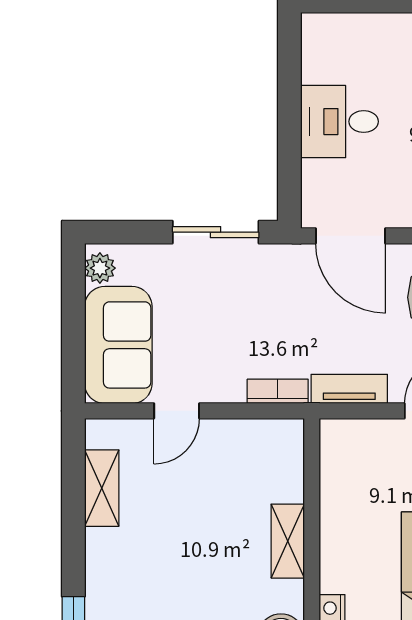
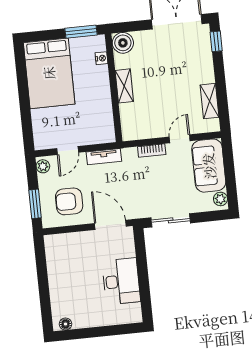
desk: (340, 122) -> (121, 281), width x1.37
bookcase: (278, 391) -> (152, 151), moved

